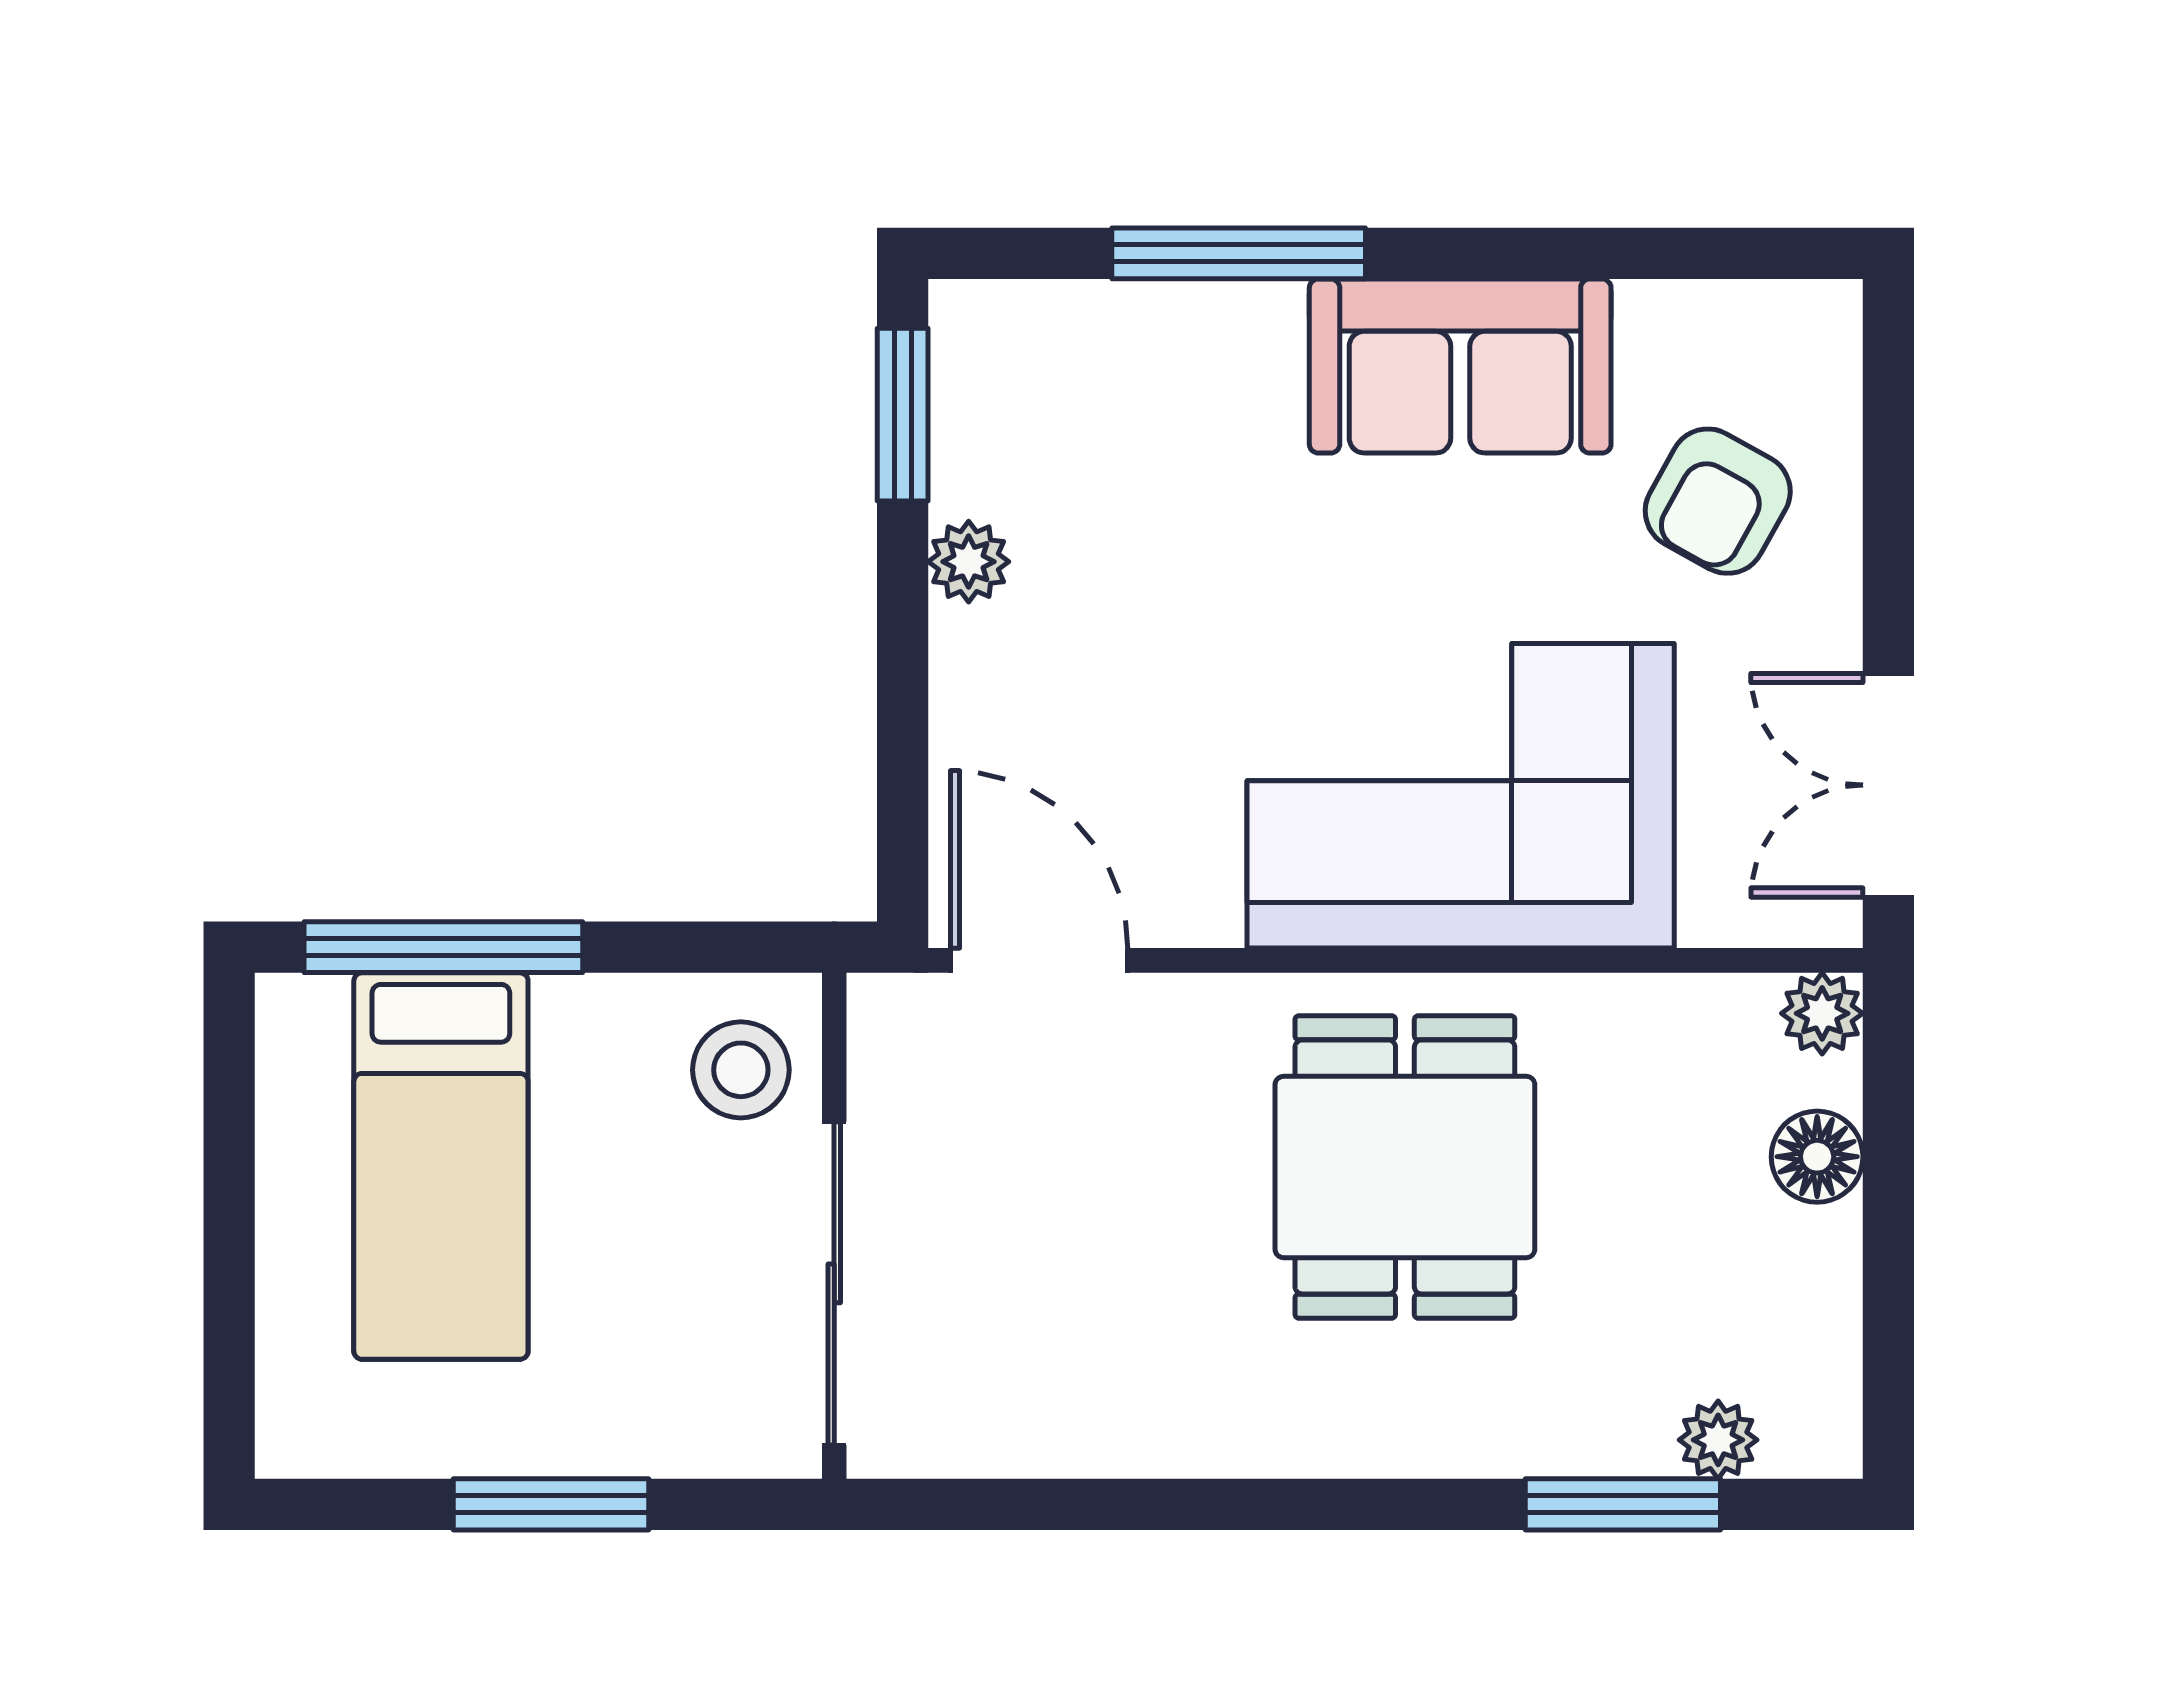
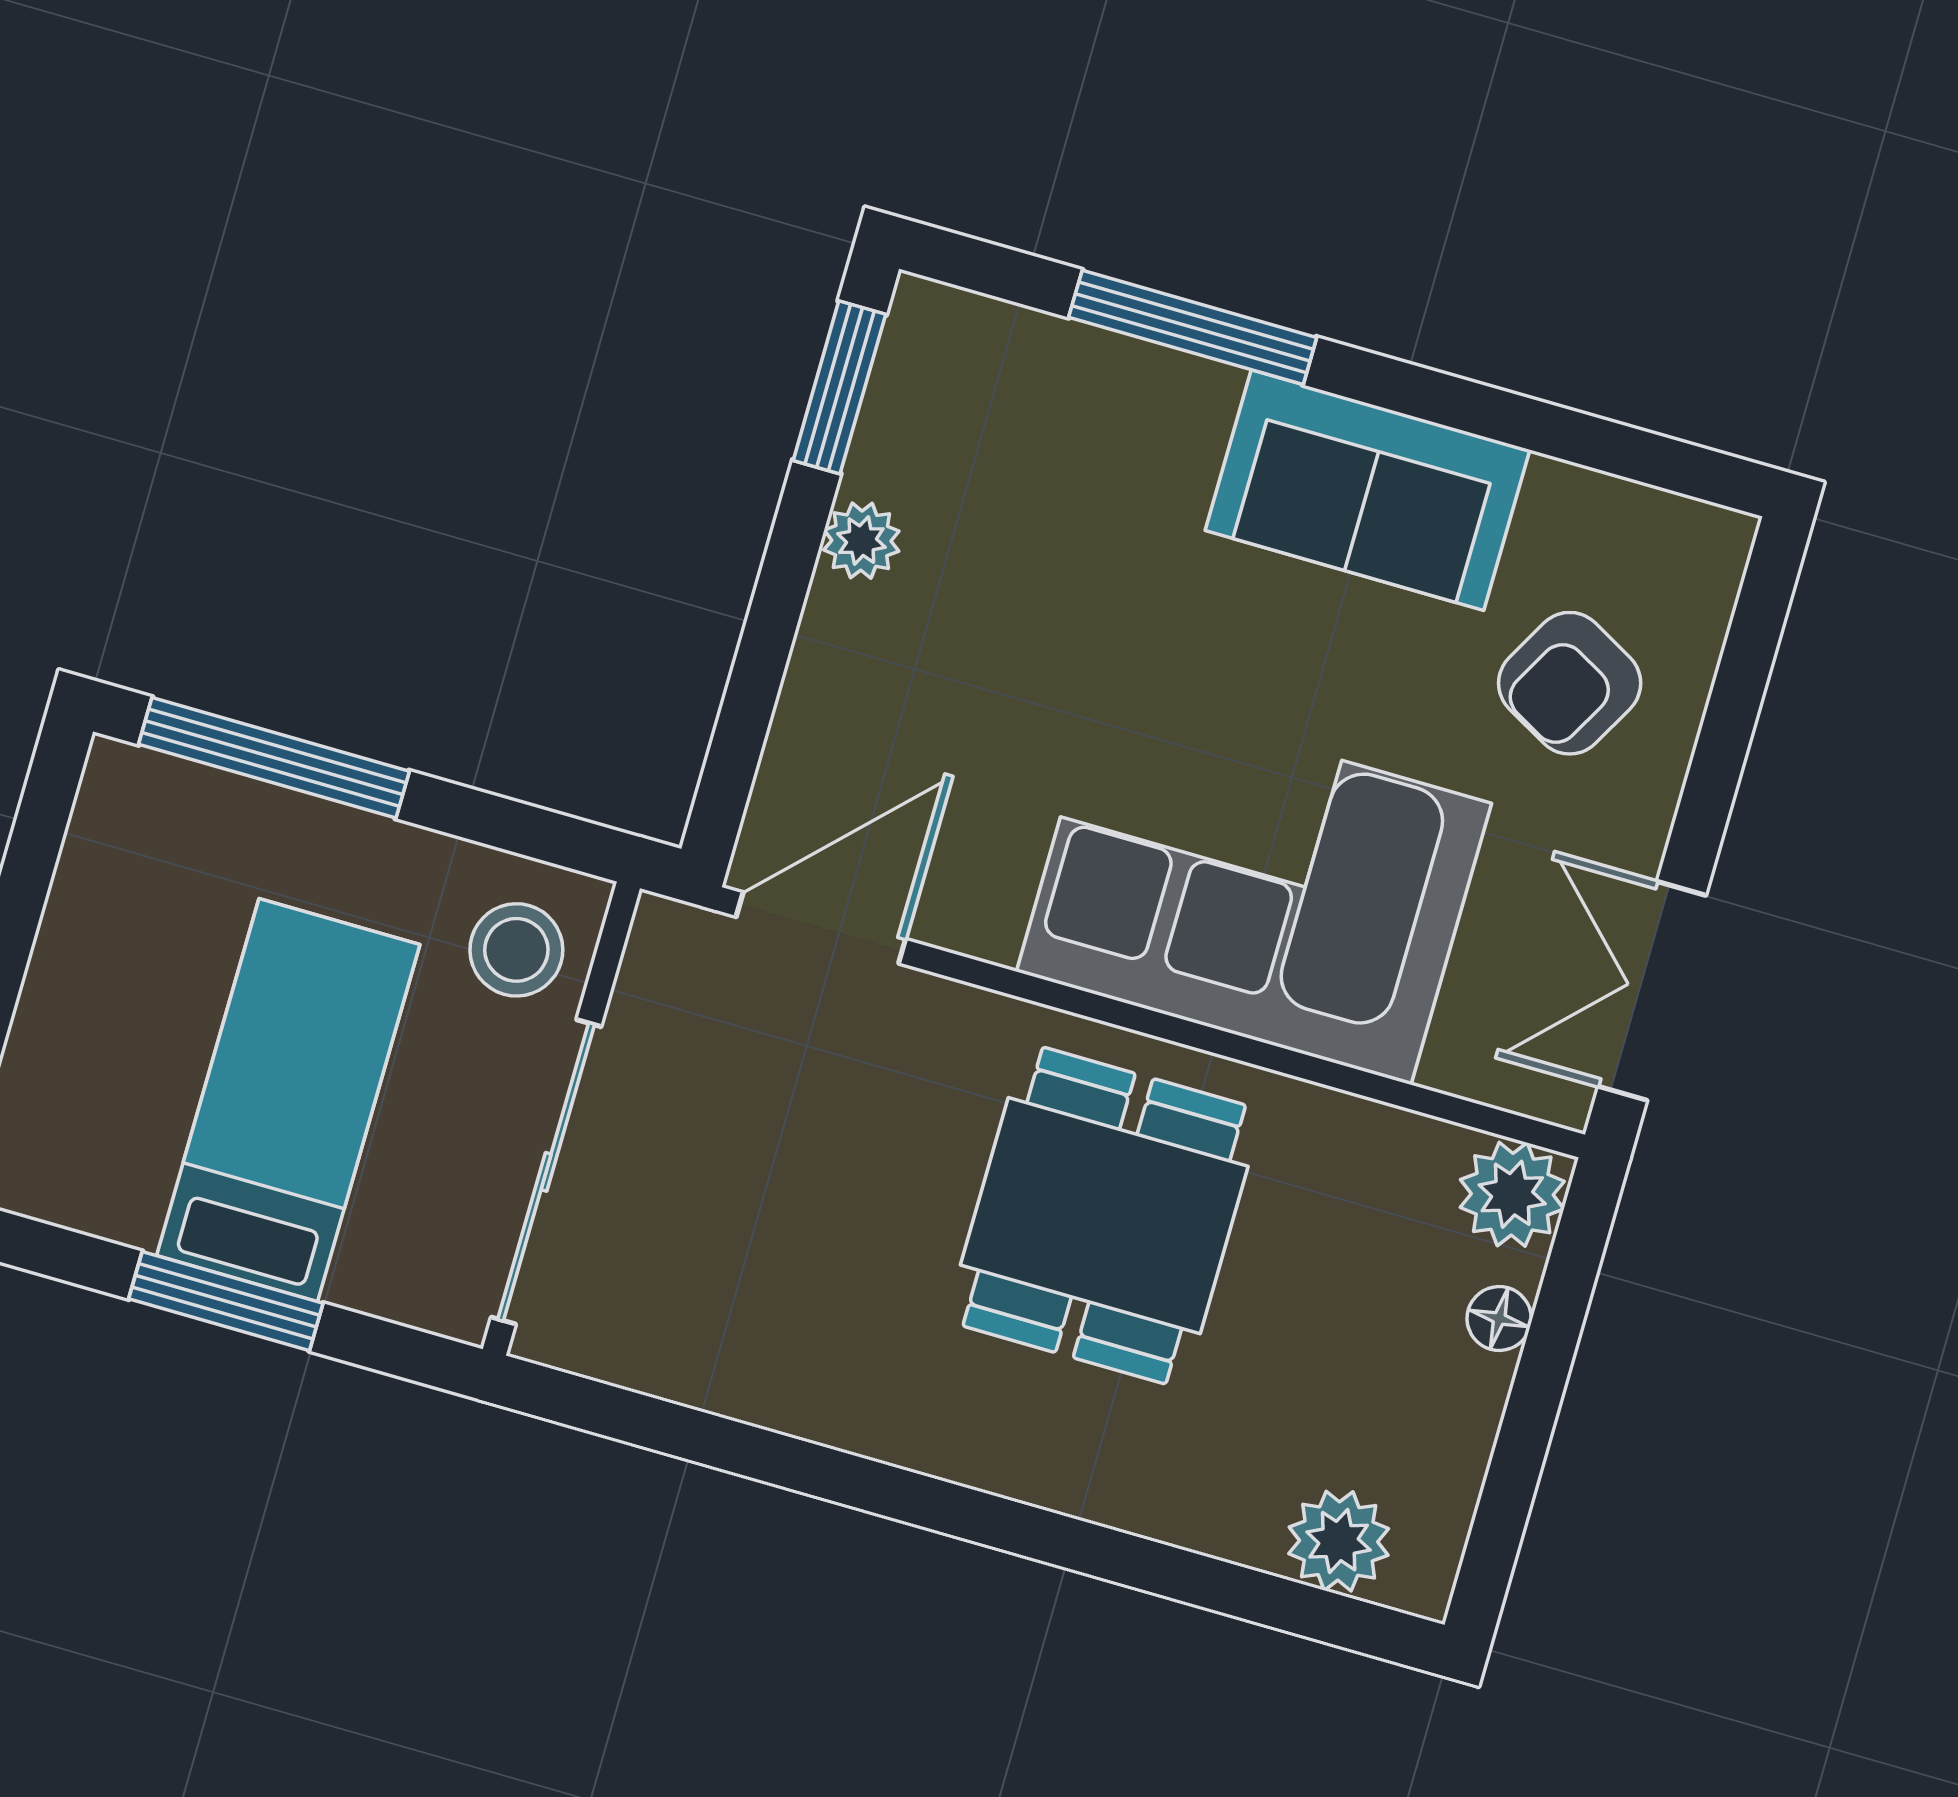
door: (1039, 960) -> (821, 928), hinge flipped
plant: (1822, 1013) -> (1512, 1194), width x1.38, depth x1.38
floor lamp: (1817, 1157) -> (1499, 1319), width x0.73, depth x0.73
bed: (441, 1166) -> (288, 1100), moved, turned 180
plant: (1718, 1440) -> (1339, 1541), width x1.38, depth x1.38
window: (1623, 1504) -> (1216, 1585), removed

